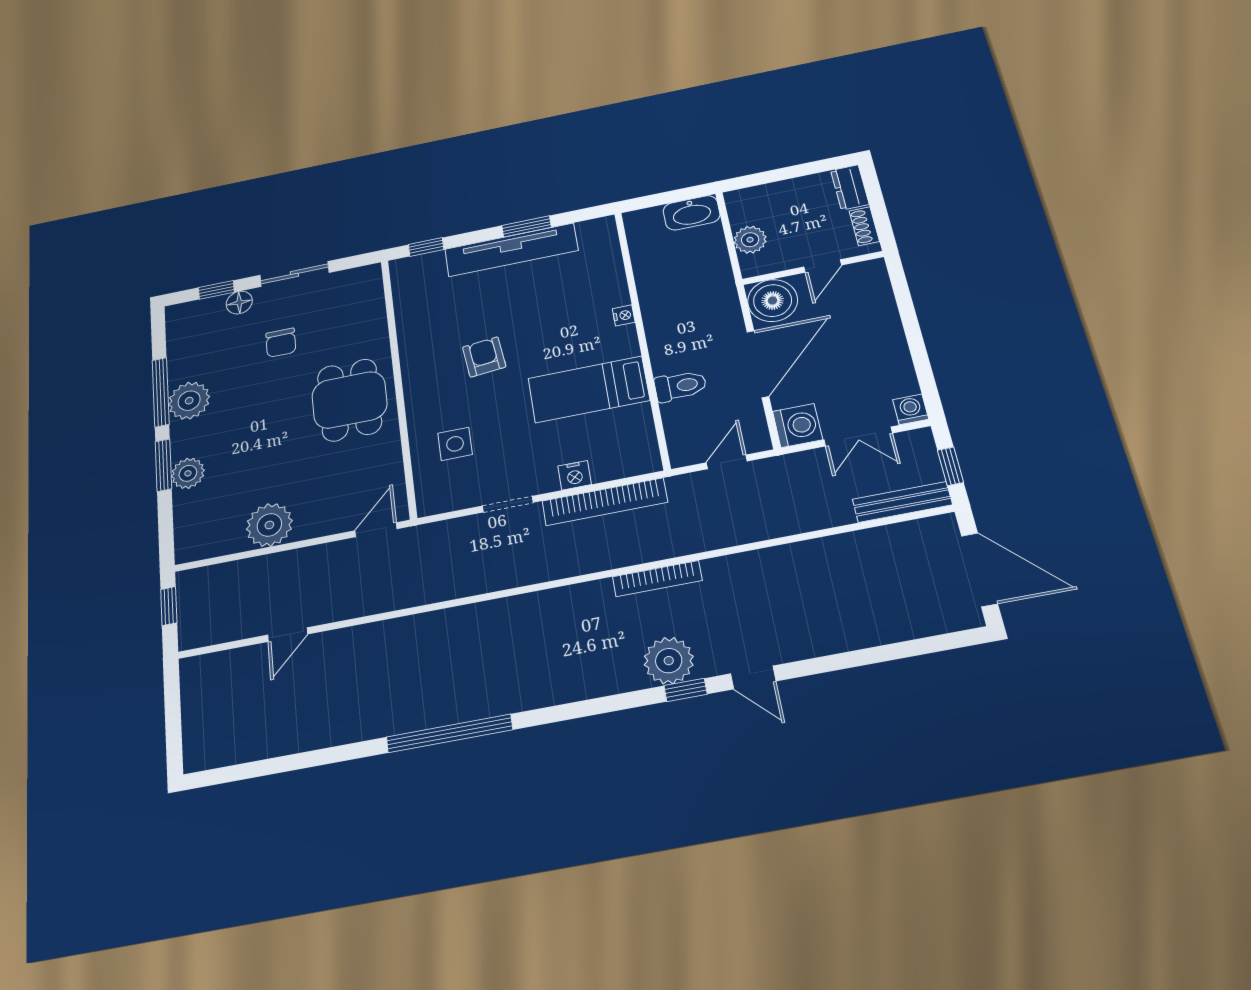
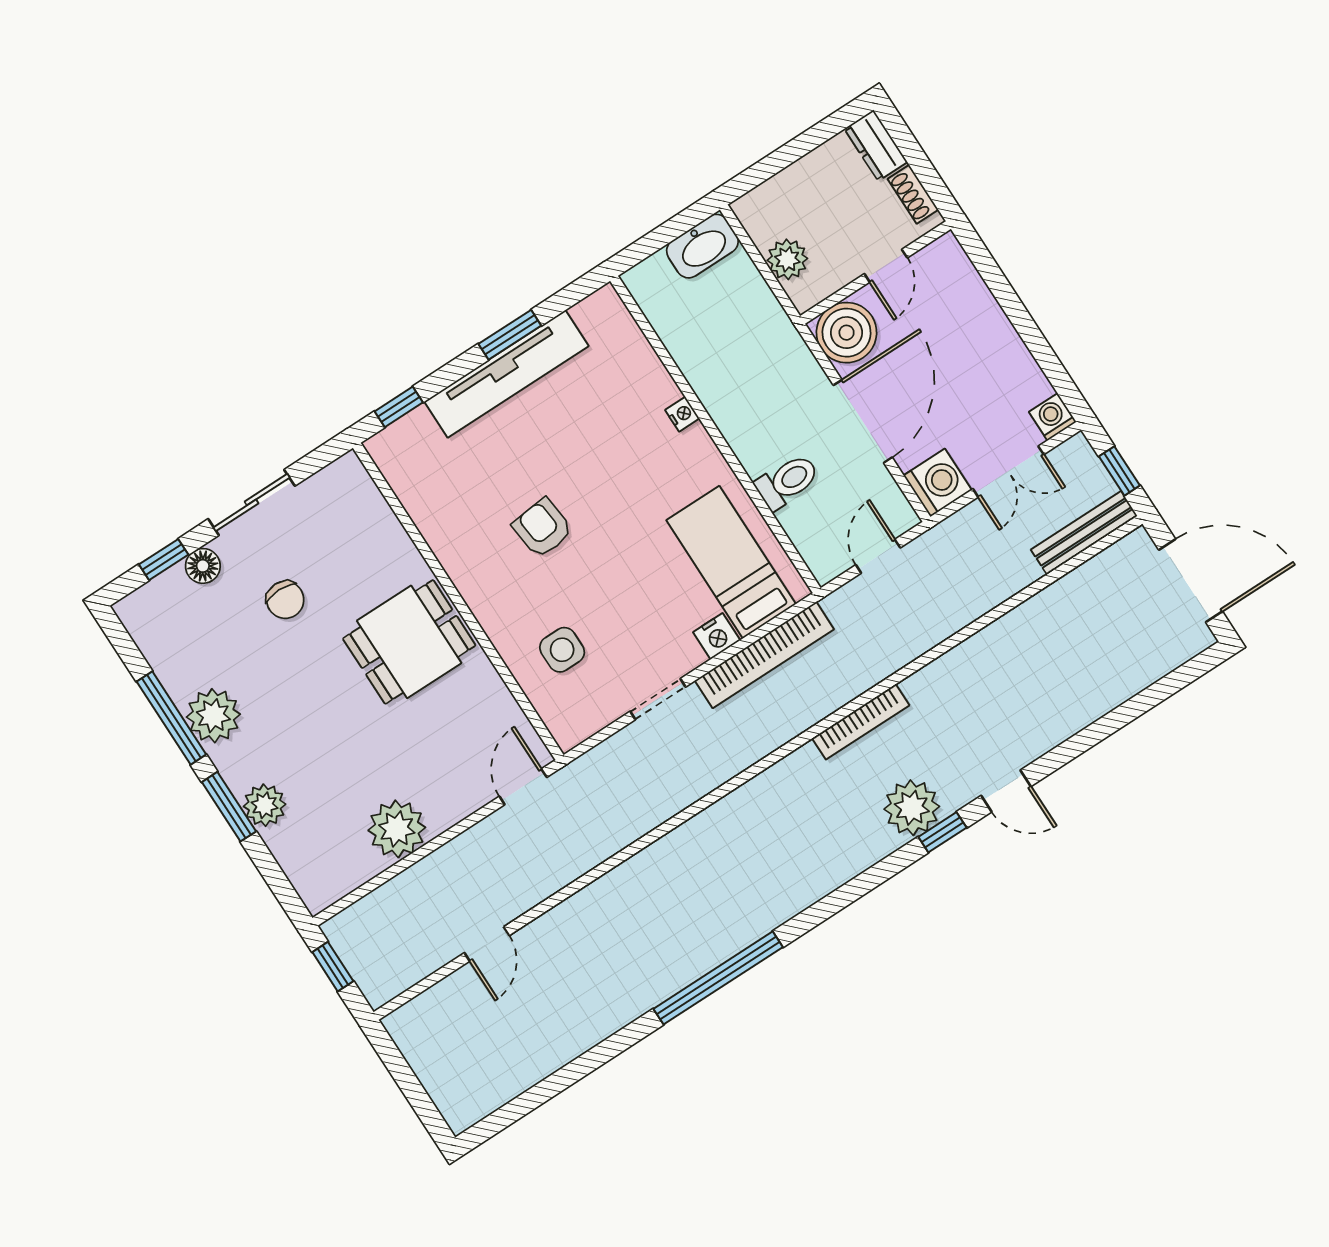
bed: (589, 389) -> (731, 562), moved, turned 90
dining table: (349, 400) -> (409, 642), turned 90

